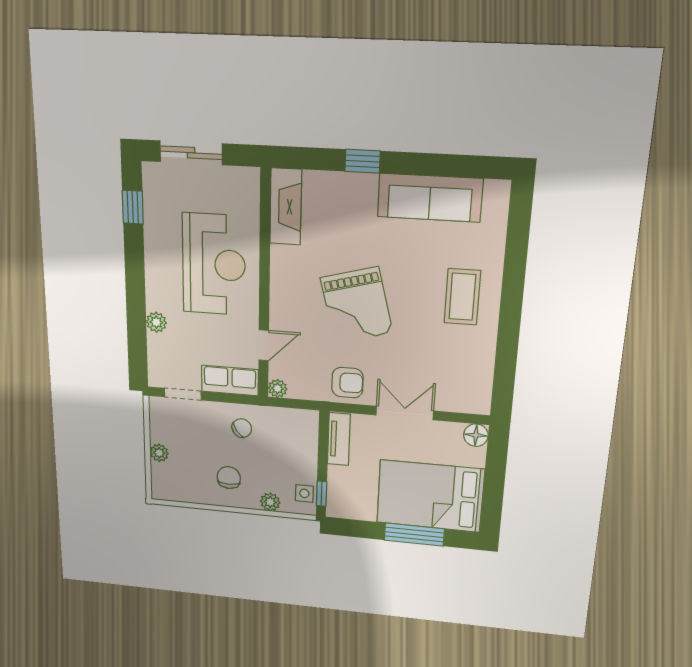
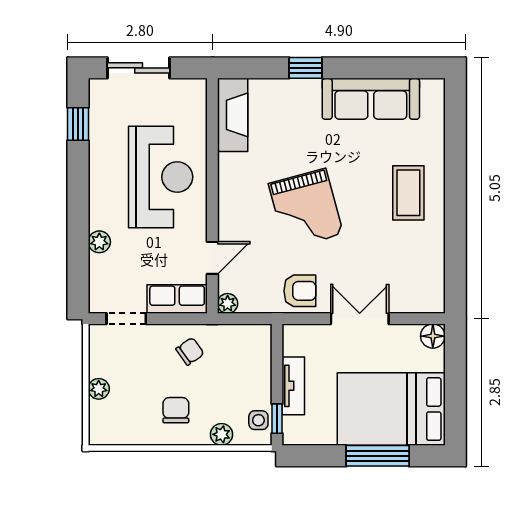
tv unit: (339, 439) -> (293, 386), moved

